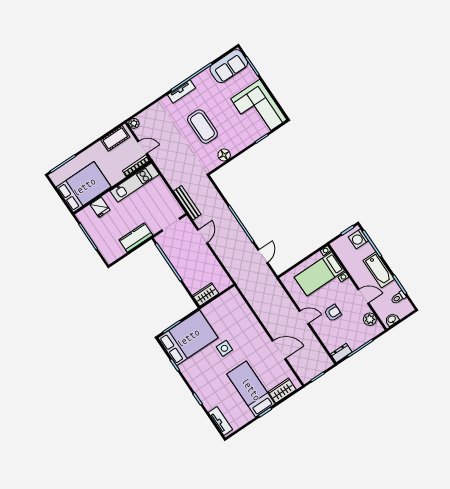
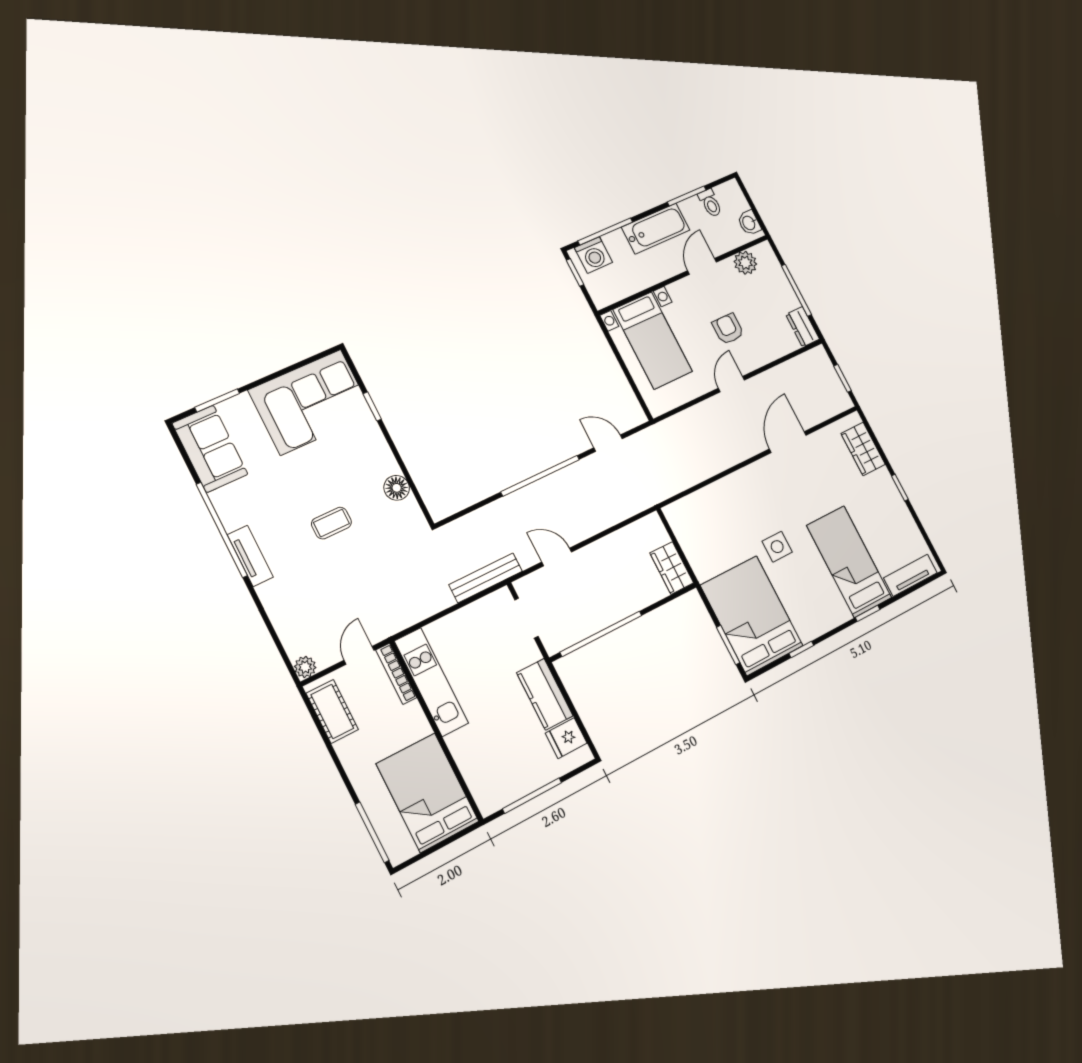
coffee table: (202, 127) -> (331, 523), width x0.54, depth x0.58
fridge: (100, 207) -> (566, 738), moved, turned 180
bed: (251, 389) -> (849, 562), moved, turned 90

